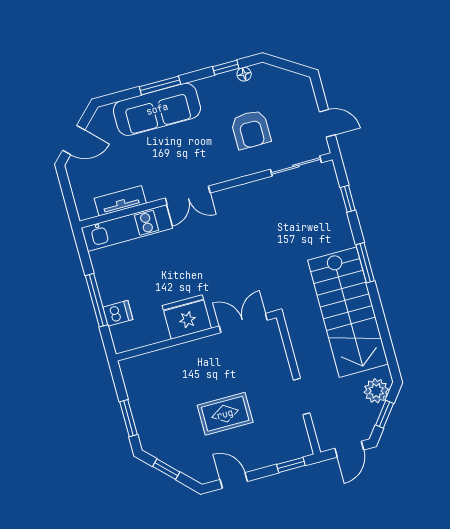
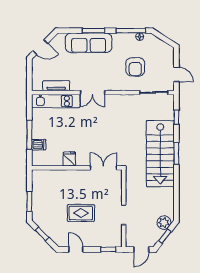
window: (226, 68) -> (131, 31), width x2.17
stairs: (348, 312) -> (160, 154), moved
fridge: (187, 317) -> (69, 159), width x0.53, depth x0.75

